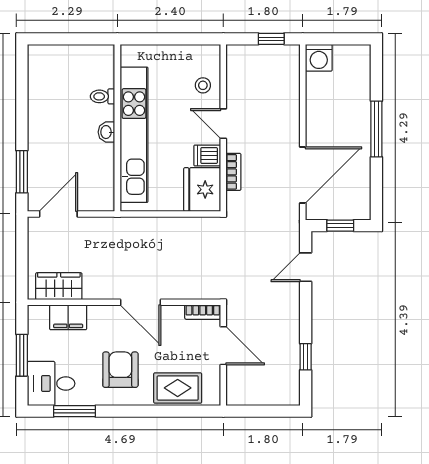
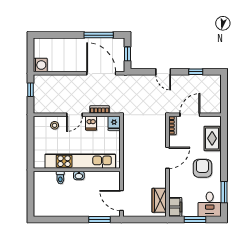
window: (376, 129) -> (99, 35), moved
fridge: (202, 189) -> (114, 123), width x0.53, depth x0.75
door: (306, 267) -> (163, 72), moved
filing cabinet: (68, 317) -> (175, 207), moved
armchair: (120, 370) -> (202, 168), turned 90

